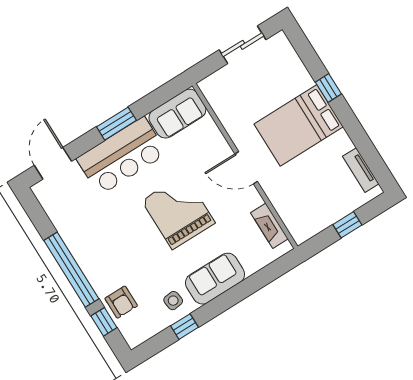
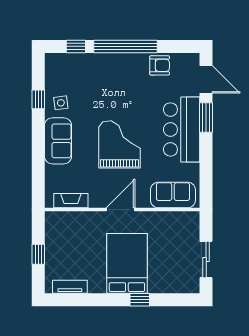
sofa: (177, 114) -> (173, 195), moved, turned 90
window: (116, 124) -> (206, 117), moved
grand piano: (178, 212) -> (119, 144), turned -90
armchair: (121, 302) -> (160, 65), moved, turned 180

